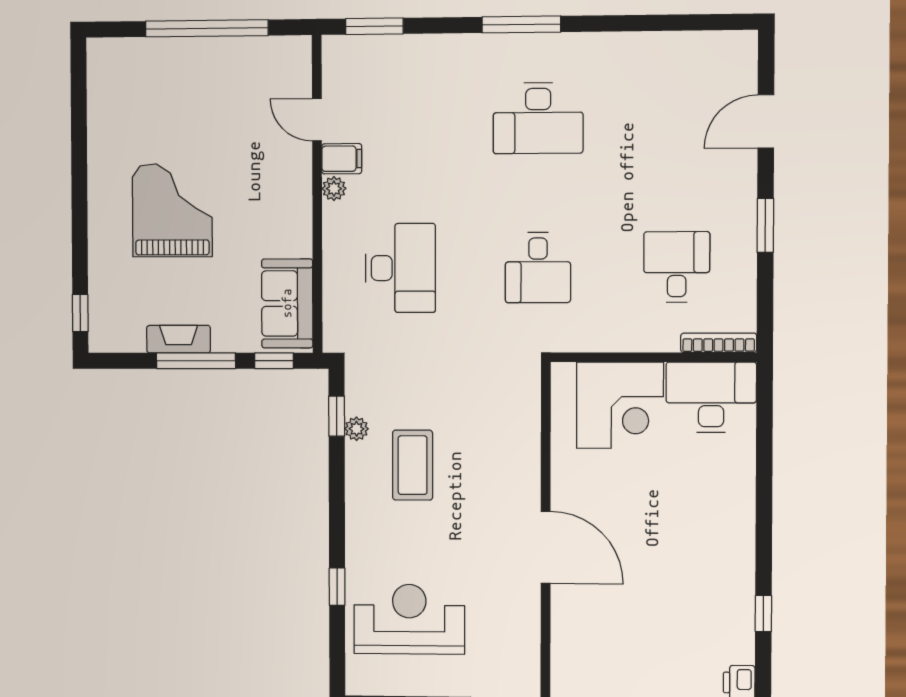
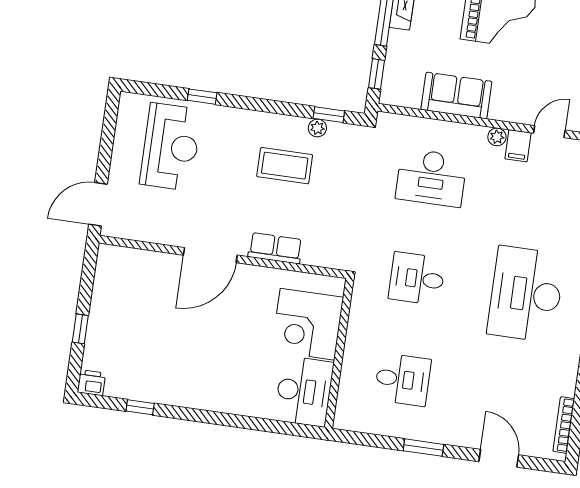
desk: (538, 118) -> (526, 294), width x1.36, depth x1.30
sofa: (287, 303) -> (456, 96), moved
bookcase: (719, 343) -> (564, 425), moved, turned 180
row of seats: (524, 462) -> (275, 248), added

